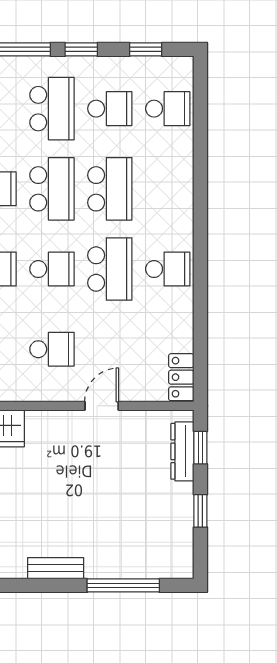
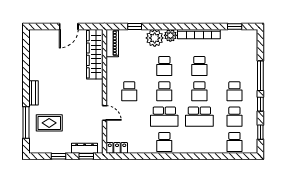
school desk: (52, 109) -> (234, 91), width x0.54
school desk: (52, 189) -> (199, 91), width x0.54
rug: (124, 532) -> (49, 123), added

